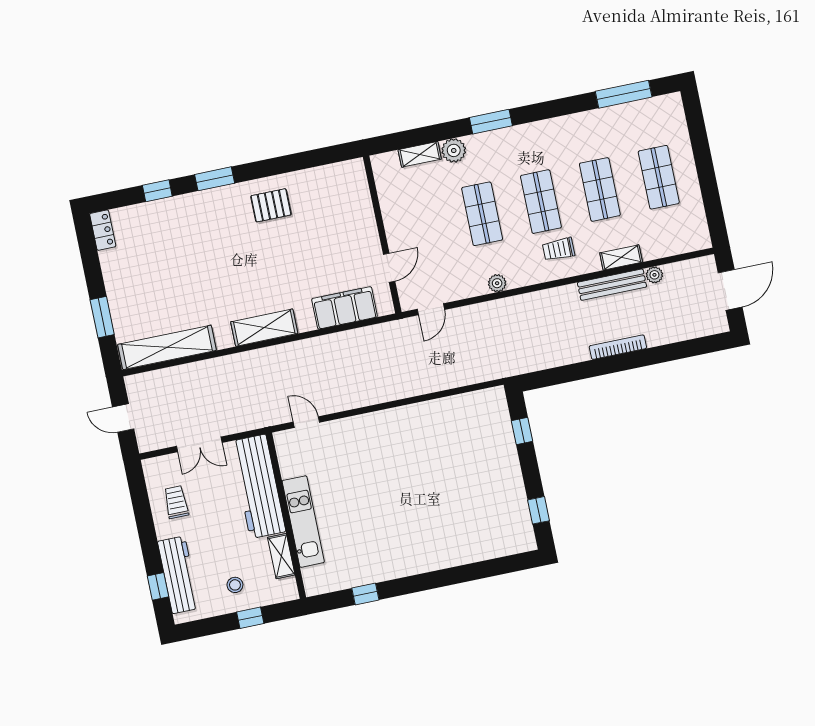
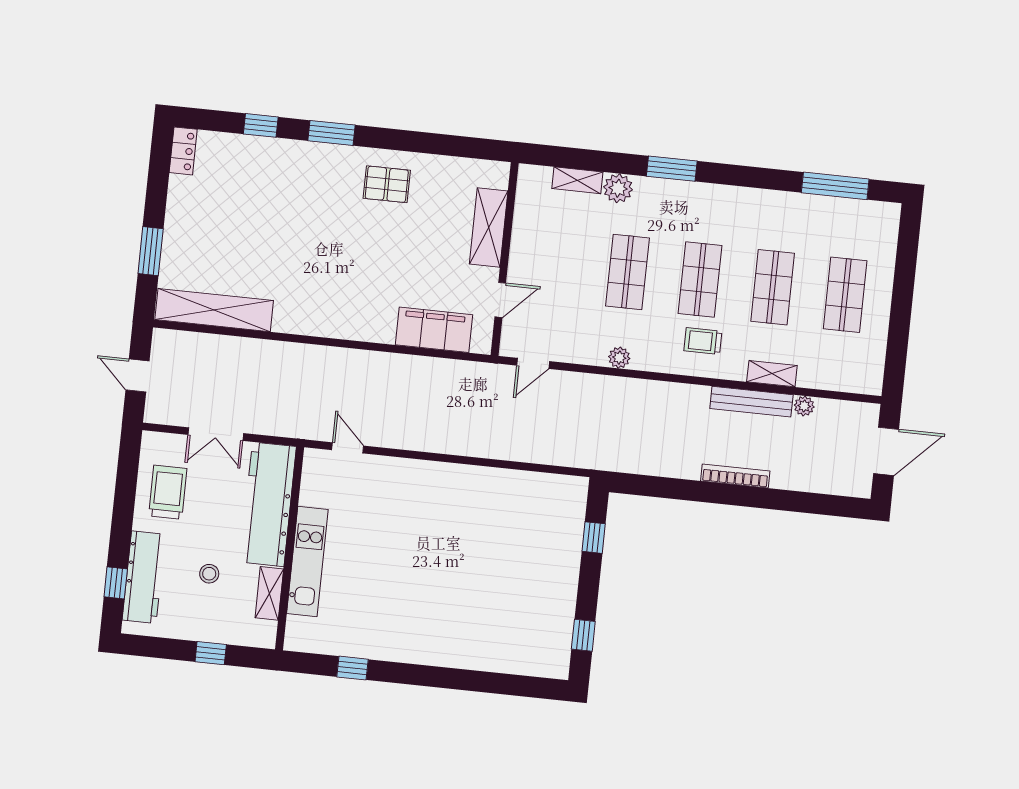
shelving: (264, 328) -> (489, 228), moved, turned 90
trolley: (176, 502) -> (168, 492), width x1.36, depth x1.39
stool: (235, 585) -> (209, 574), moved

